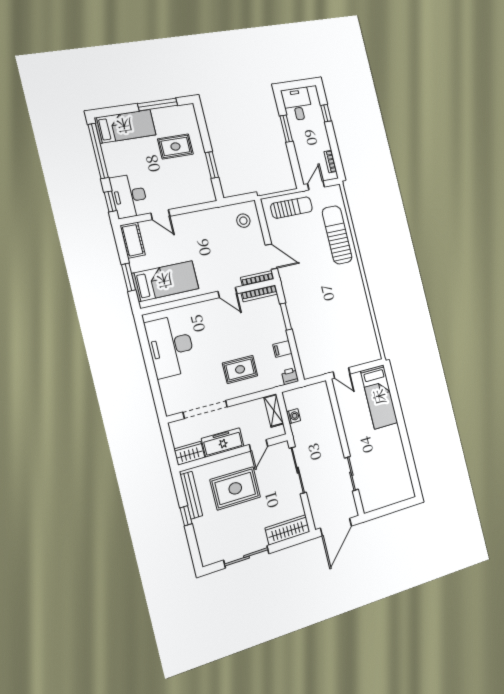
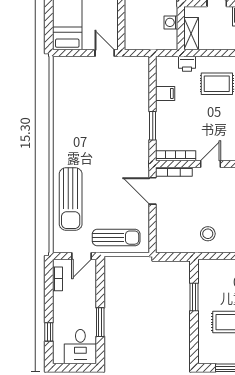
sun lounger: (292, 208) -> (116, 238), turned 180
stool: (243, 221) -> (208, 234), moved
door: (227, 293) -> (210, 164), hinge flipped
printer: (290, 376) -> (187, 64), moved

